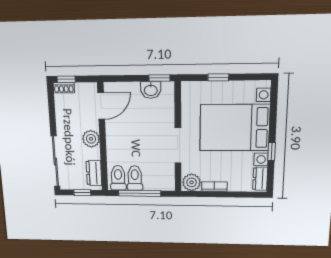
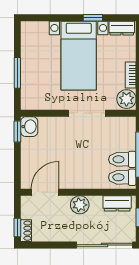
window: (218, 77) -> (17, 73), width x1.50
washbasin: (151, 90) -> (29, 127), moved
door: (101, 106) -> (45, 192), hinge flipped
bed with nightstands: (235, 128) -> (79, 56), width x0.73

